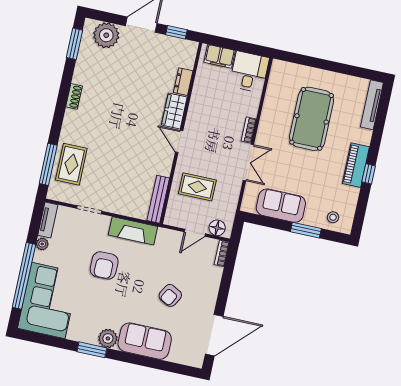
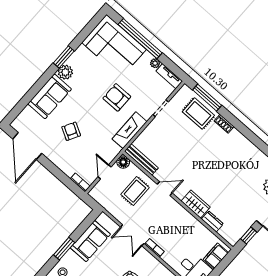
shoe rack: (74, 96) -> (224, 124), moved
door: (179, 141) -> (165, 189), moved
floor lamp: (217, 228) -> (123, 162), moved

